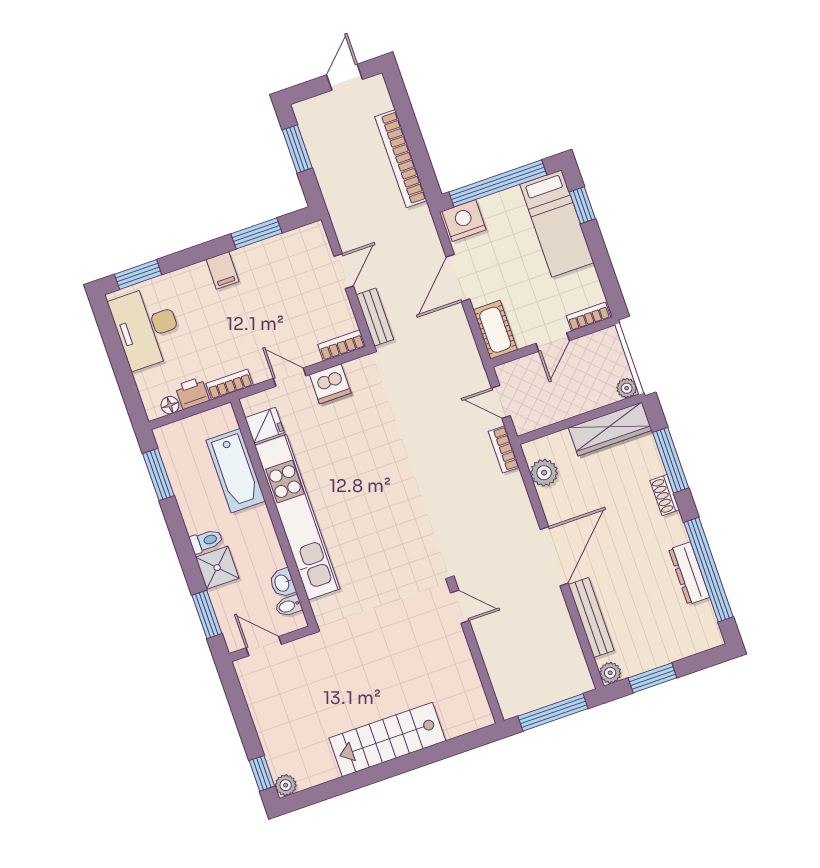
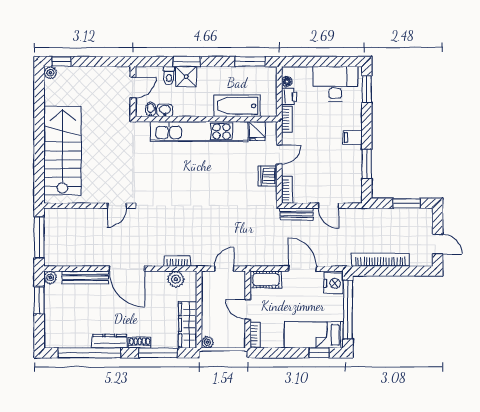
bookcase: (504, 449) -> (177, 261), moved
toilet: (206, 541) -> (169, 76), moved
dresser: (689, 573) -> (110, 341), moved
window: (207, 614) -> (187, 62), moved
stairs: (387, 739) -> (62, 151), width x1.36, depth x1.51

